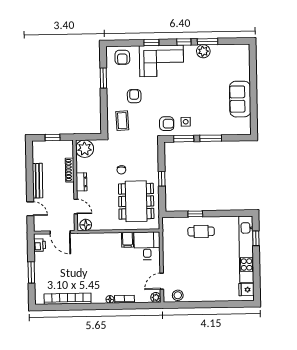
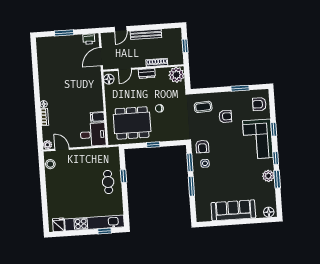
floor lamp: (244, 53) -> (269, 212), added
sofa: (240, 99) -> (233, 210), width x1.36
bookcase: (68, 299) -> (42, 66), removed

